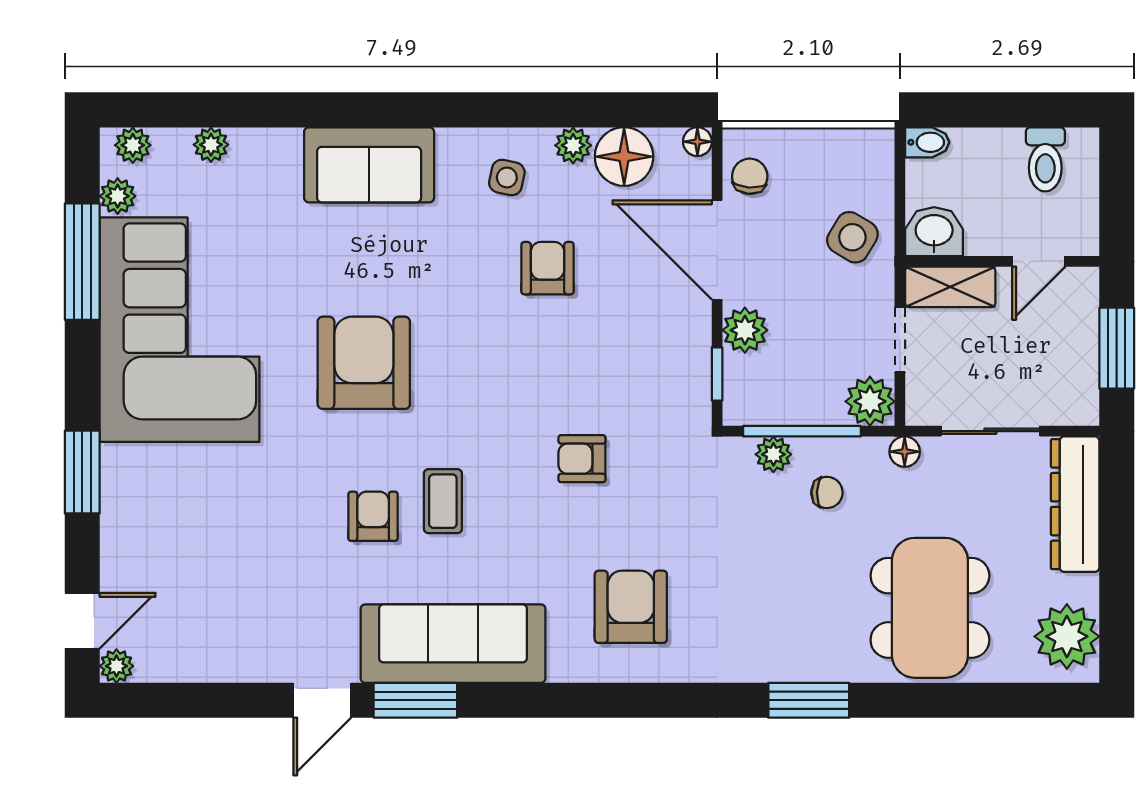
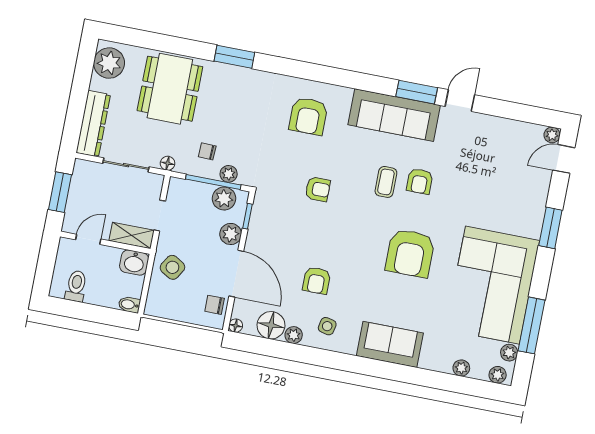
chair: (750, 176) -> (215, 305), turned 86
plant: (870, 401) -> (224, 198), moved

